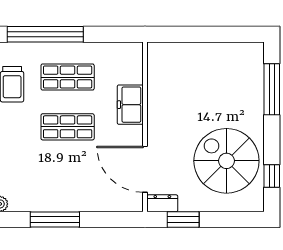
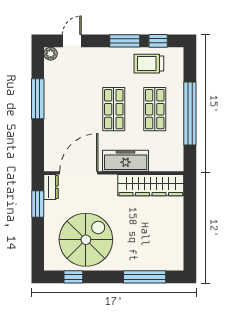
window: (45, 34) -> (190, 114), moved
wardrobe: (160, 82) -> (151, 185), added
freezer: (130, 105) -> (126, 161), width x1.40

